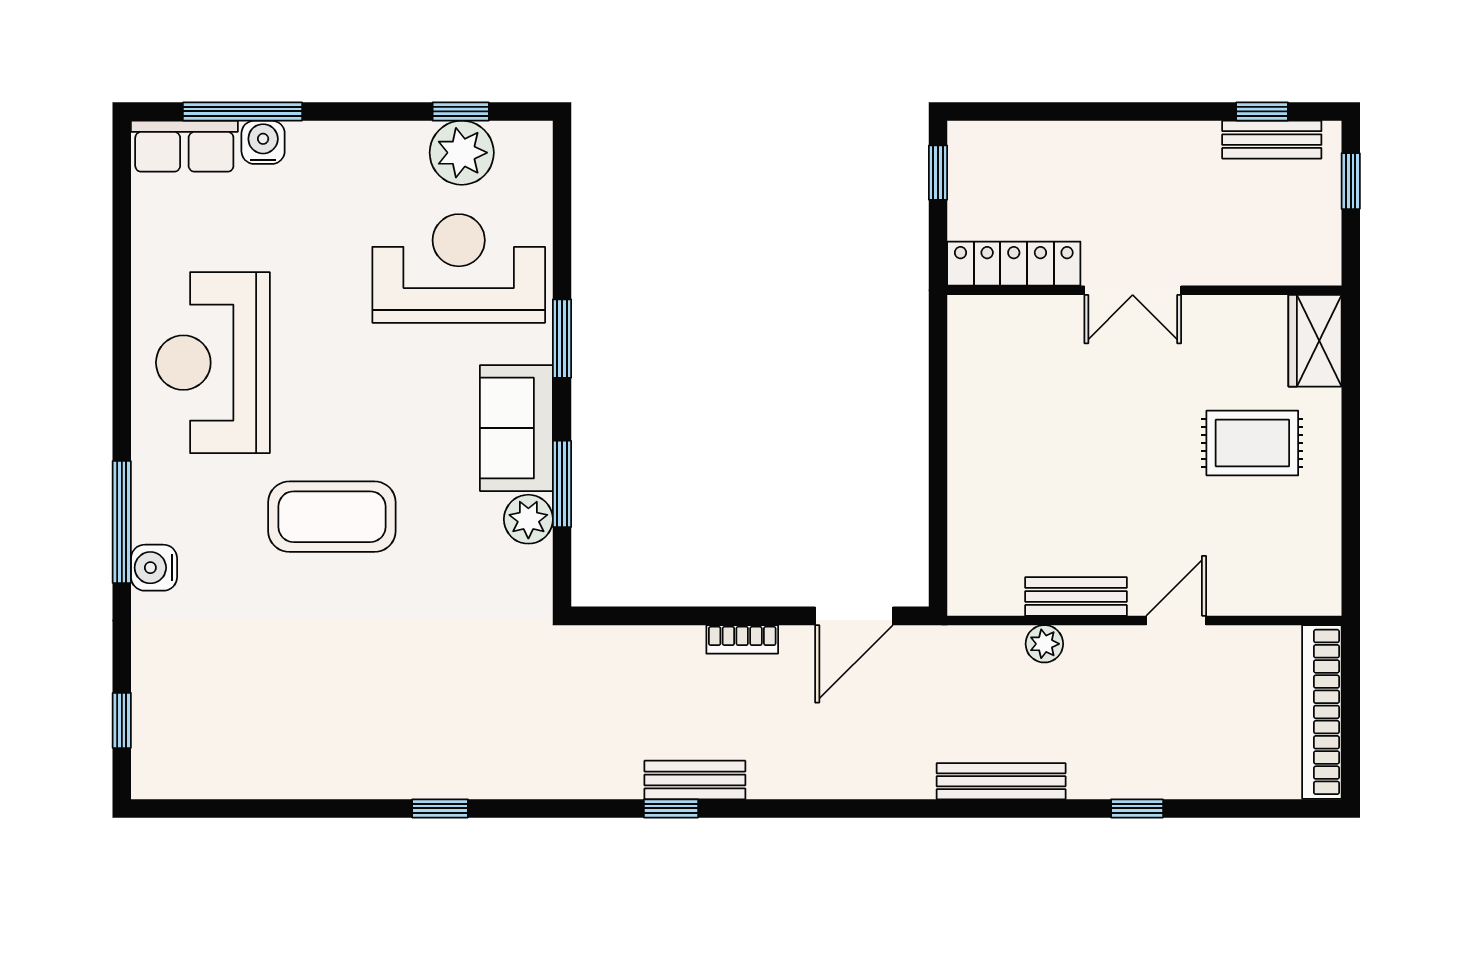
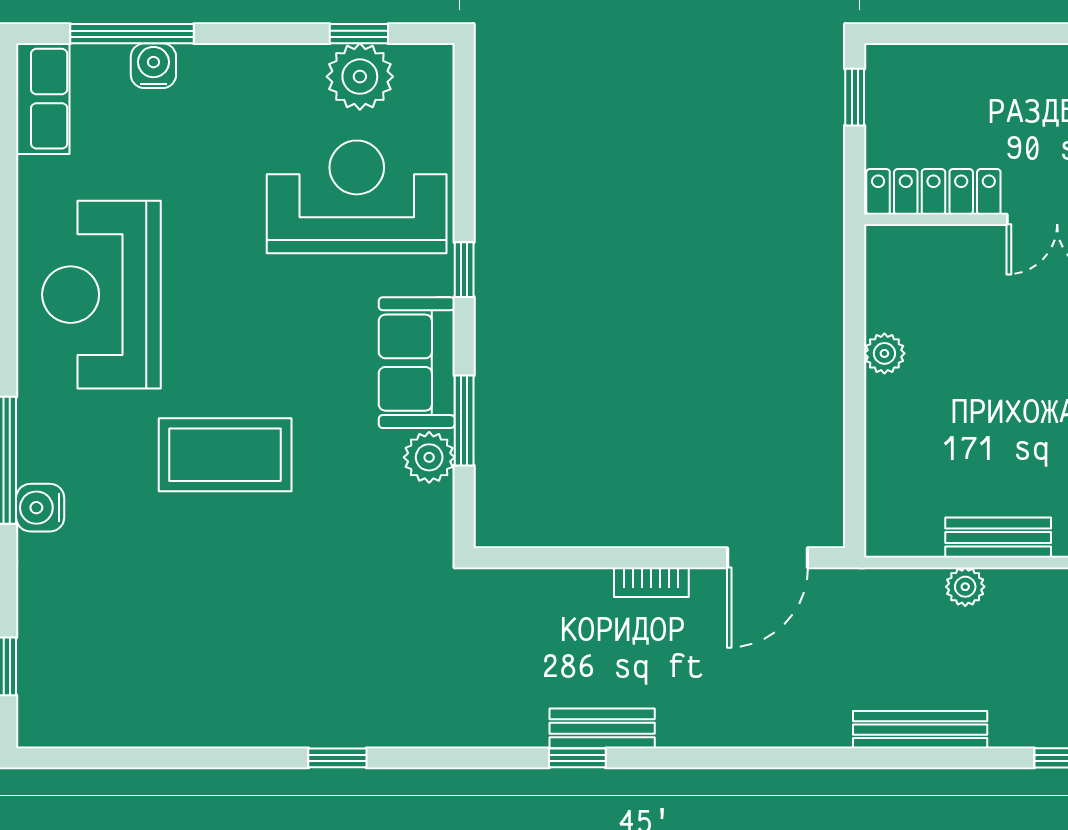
row of seats: (184, 146) -> (43, 99), moved, turned -90
window: (562, 339) -> (464, 270), width x0.67
plant: (967, 419) -> (884, 353), added

